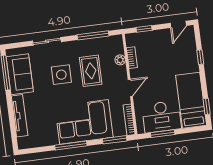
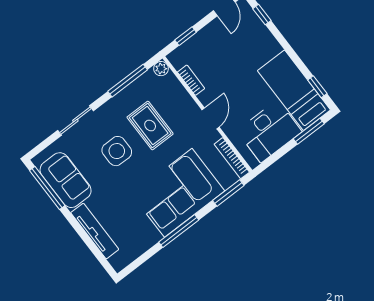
window: (200, 57) -> (262, 15), moved
plant: (120, 60) -> (161, 69), moved
window: (163, 134) -> (309, 131), moved

